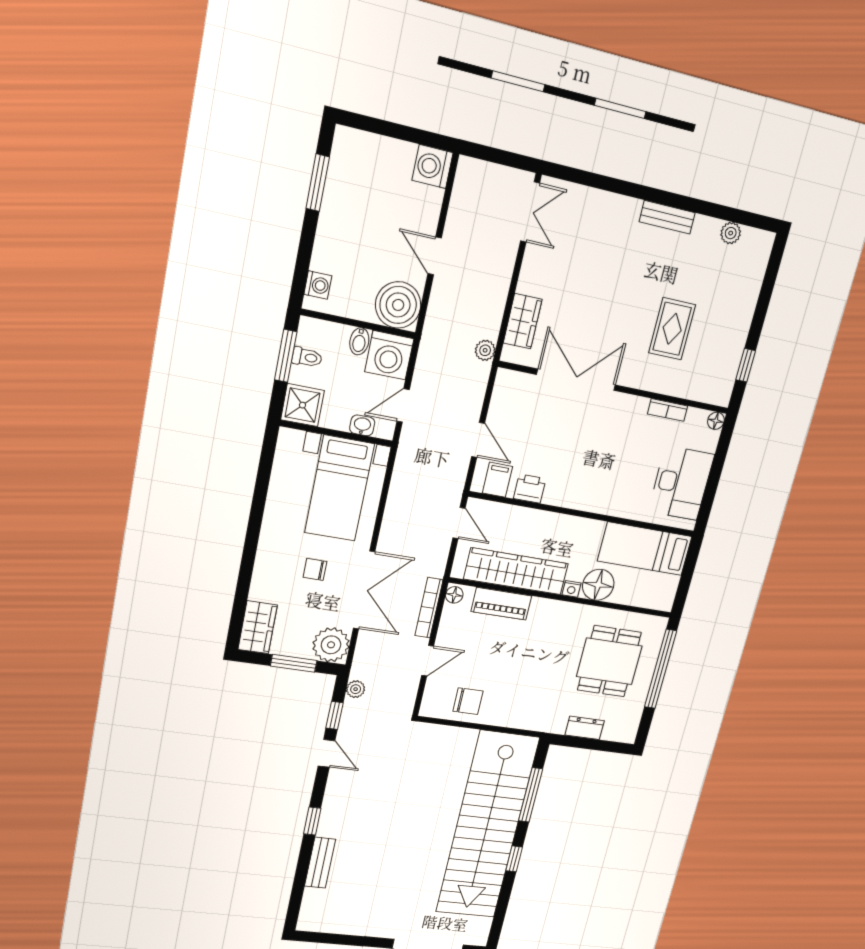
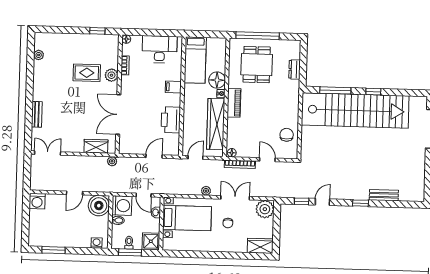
bench: (667, 217) -> (37, 114), moved
plant: (656, 379) -> (111, 75), added
filing cabinet: (497, 480) -> (173, 87), moved
printer: (530, 489) -> (171, 120), width x1.87, depth x1.48
double door: (364, 590) -> (235, 198), width x0.73
piano: (501, 604) -> (234, 103), moved
dining table: (609, 661) -> (257, 65), turned 90
window: (294, 663) -> (276, 226), removed
plant: (356, 689) -> (206, 191), moved

